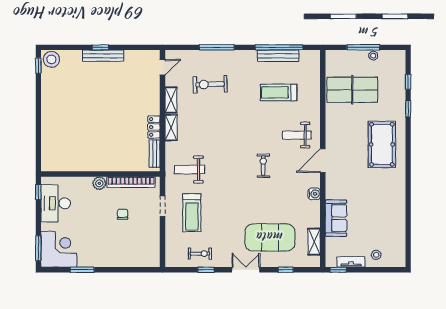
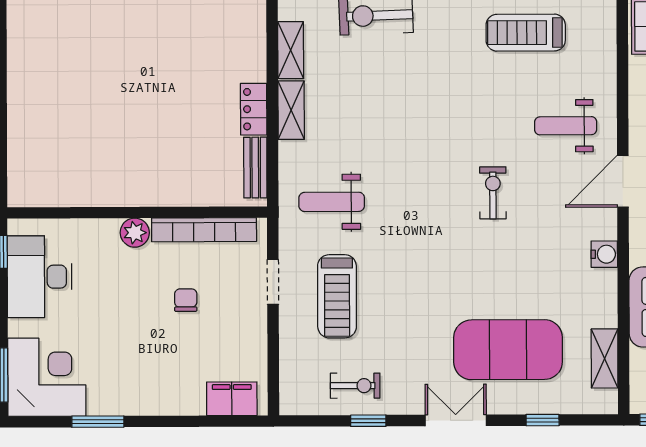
filing cabinet: (143, 259) -> (232, 399), added

